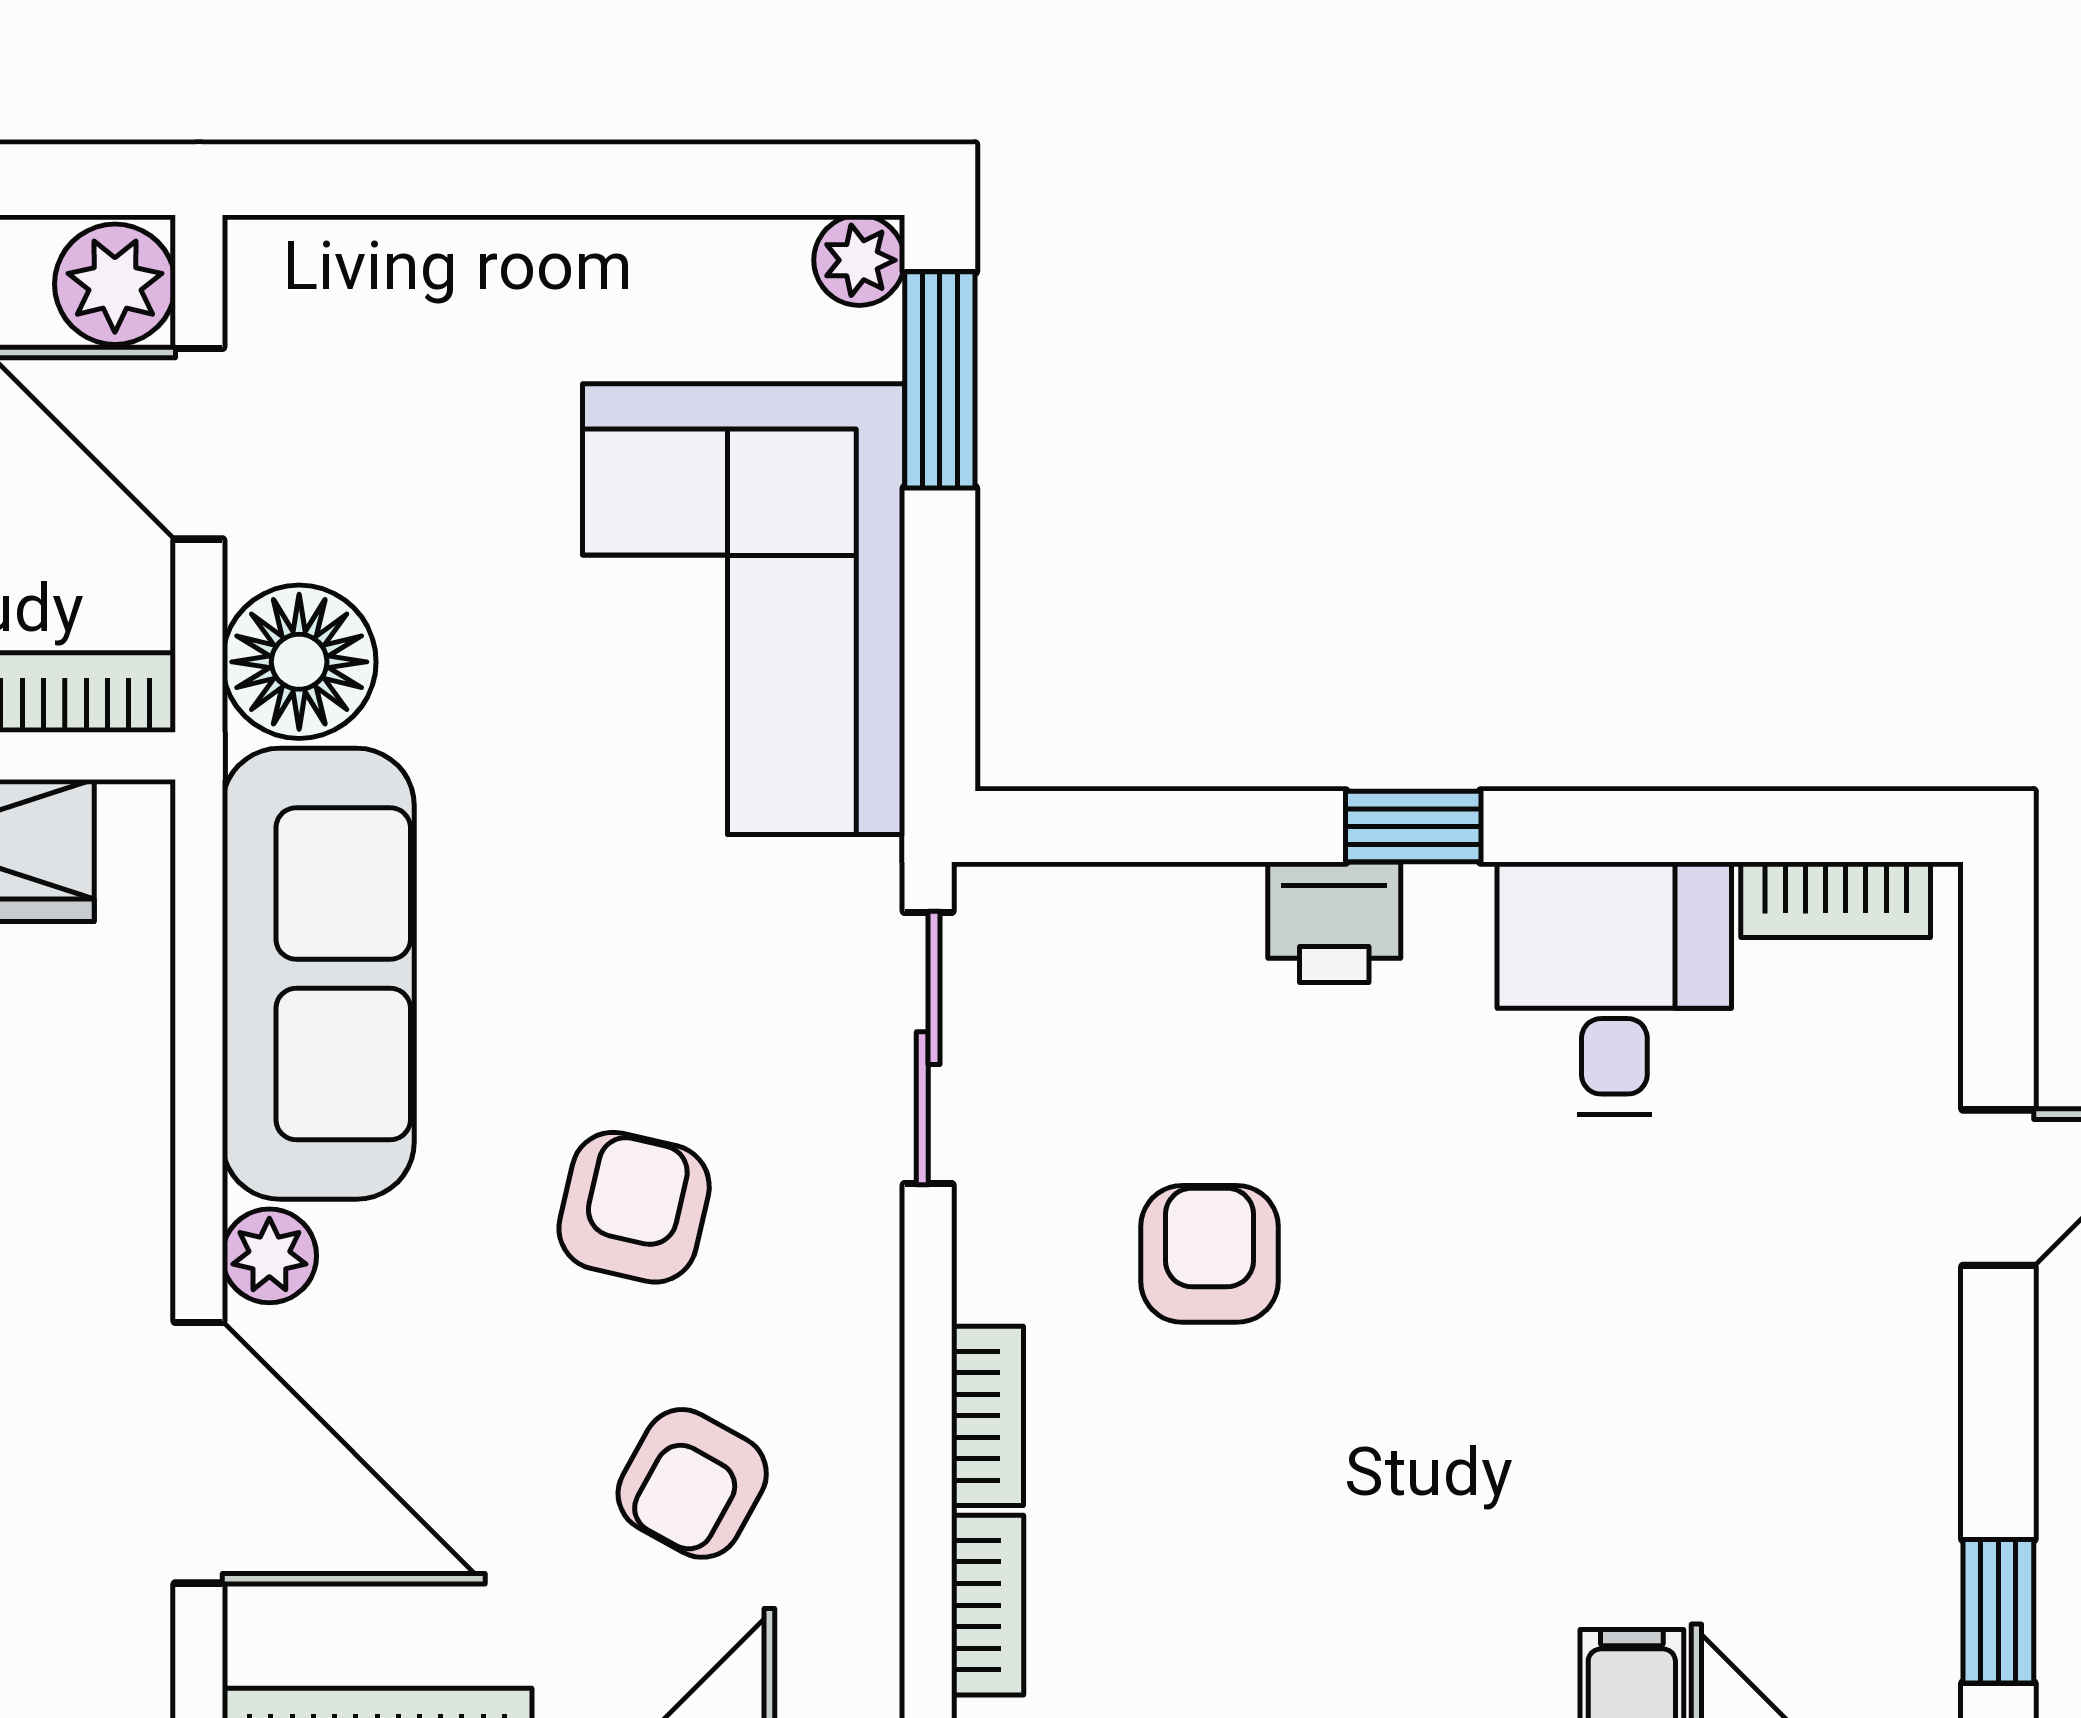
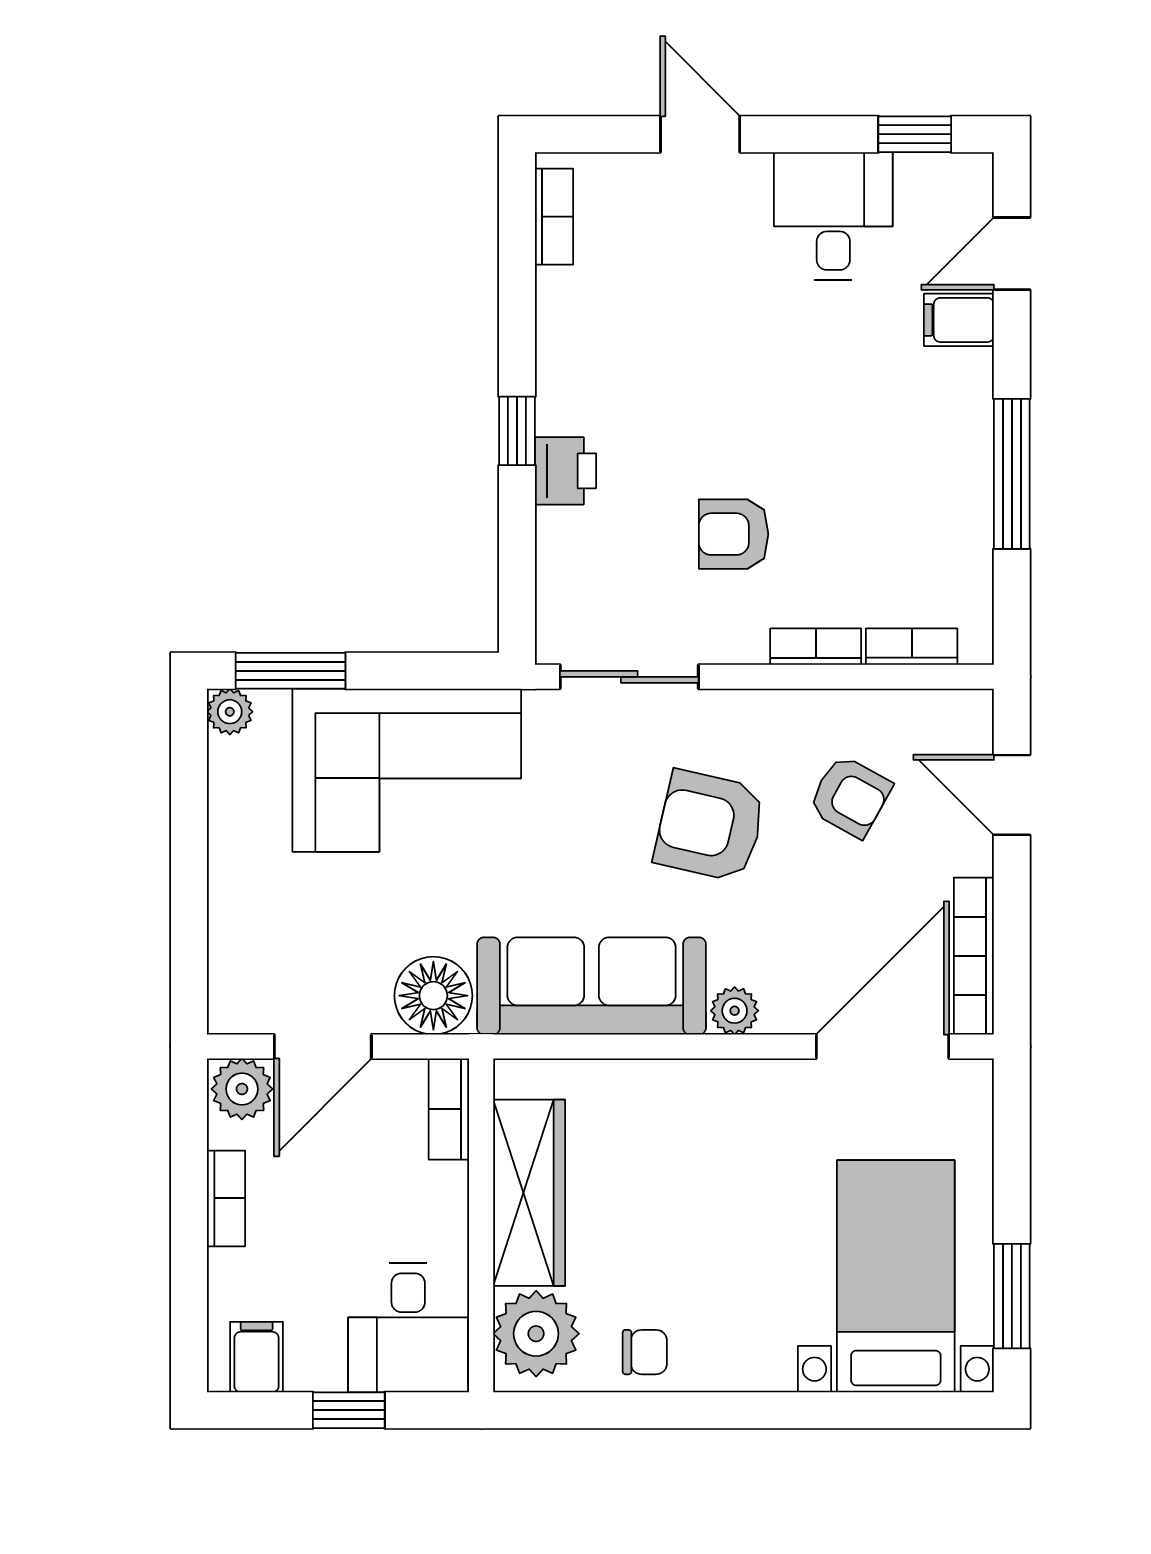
desk: (1614, 988) -> (833, 216), moved, turned 90
armchair: (634, 1207) -> (710, 826), width x1.38, depth x1.38
door: (199, 1453) -> (883, 1047), moved

